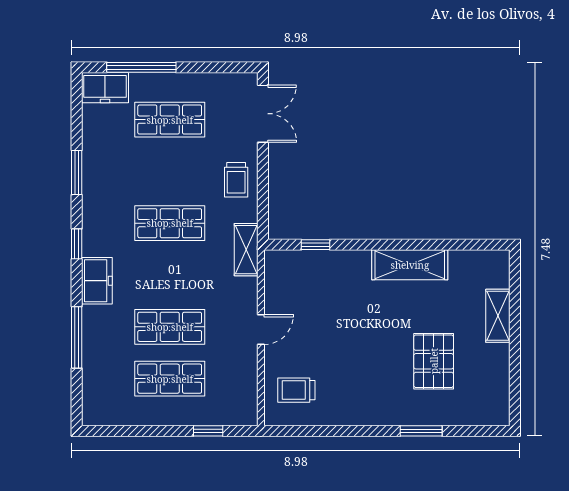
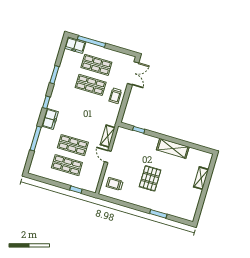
shop shelf: (170, 223) -> (91, 85), moved
shelving: (246, 250) -> (108, 136), moved
door: (261, 330) -> (108, 156), swing flipped
pallet: (434, 361) -> (150, 178), moved

